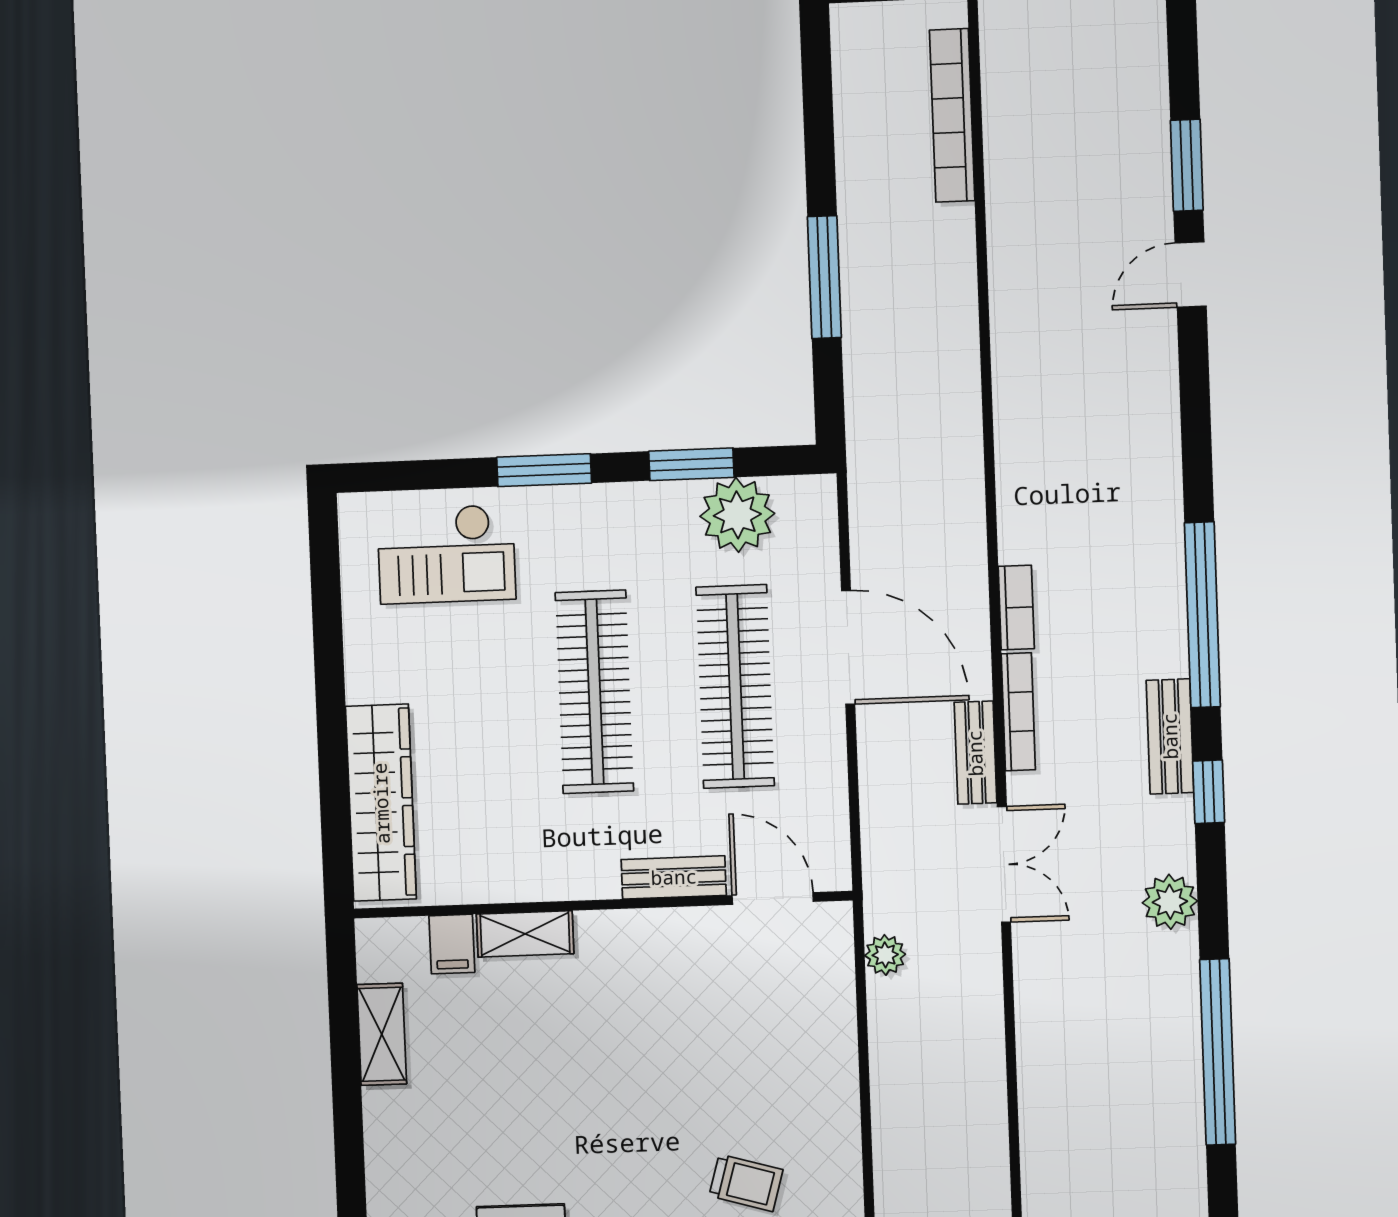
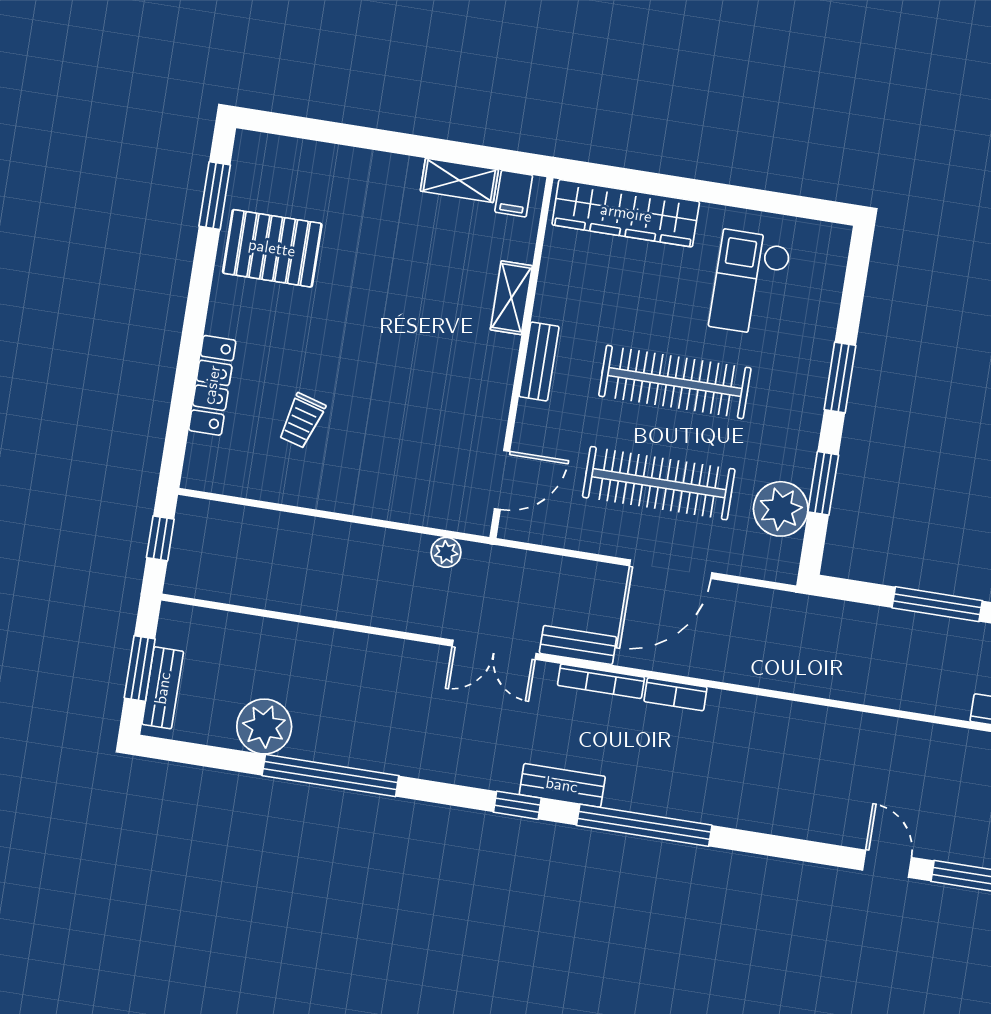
checkout: (446, 554) -> (750, 283), moved
bench: (674, 877) -> (539, 361), moved
plant: (1170, 902) -> (264, 727), moved, width x1.36, depth x1.36
filing cabinet: (452, 944) -> (514, 194), moved, turned -90

